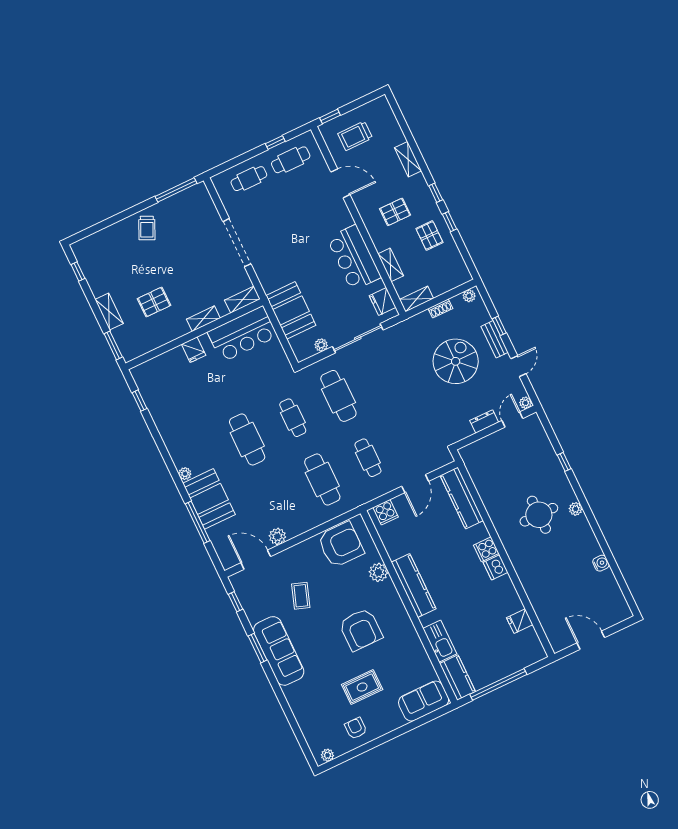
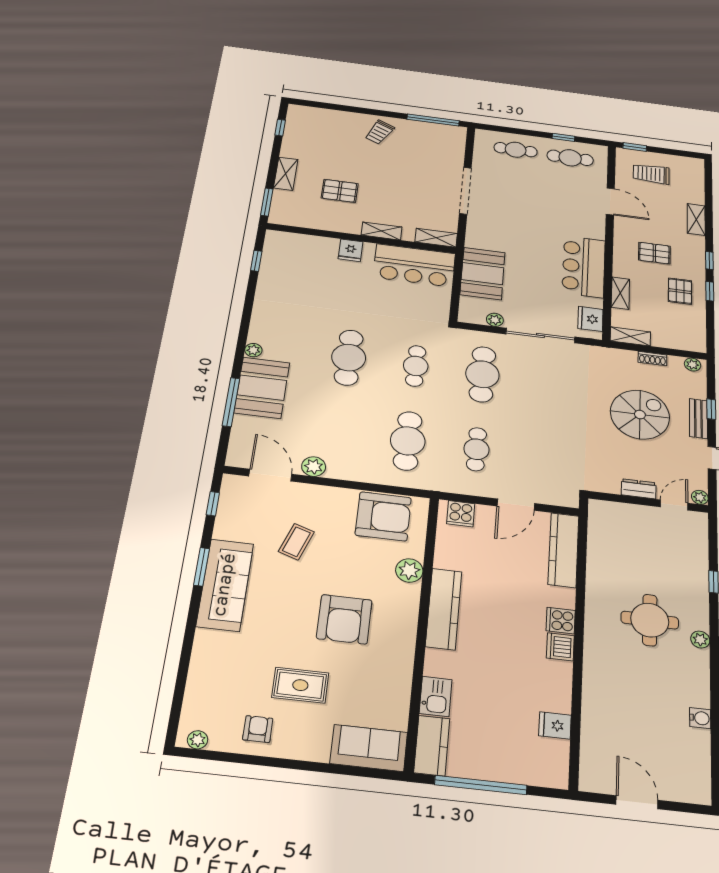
kitchen sink: (440, 641) -> (436, 696), width x0.73

